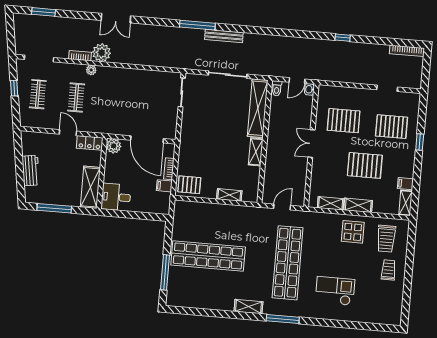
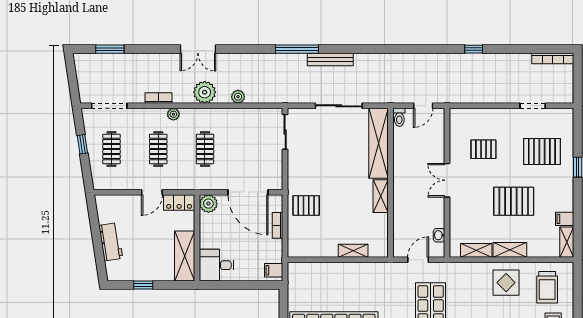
plant: (102, 53) -> (205, 92), moved
plant: (146, 60) -> (238, 97), added
washbasin: (310, 89) -> (439, 235), moved
clothes rail: (115, 101) -> (205, 149), added
pallet: (344, 121) -> (483, 149), width x0.67, depth x0.71
door: (68, 133) -> (152, 192), swing flipped
pallet: (189, 185) -> (306, 205), moved
filing cabinet: (164, 186) -> (274, 270), moved
window: (54, 208) -> (143, 285), width x0.46

